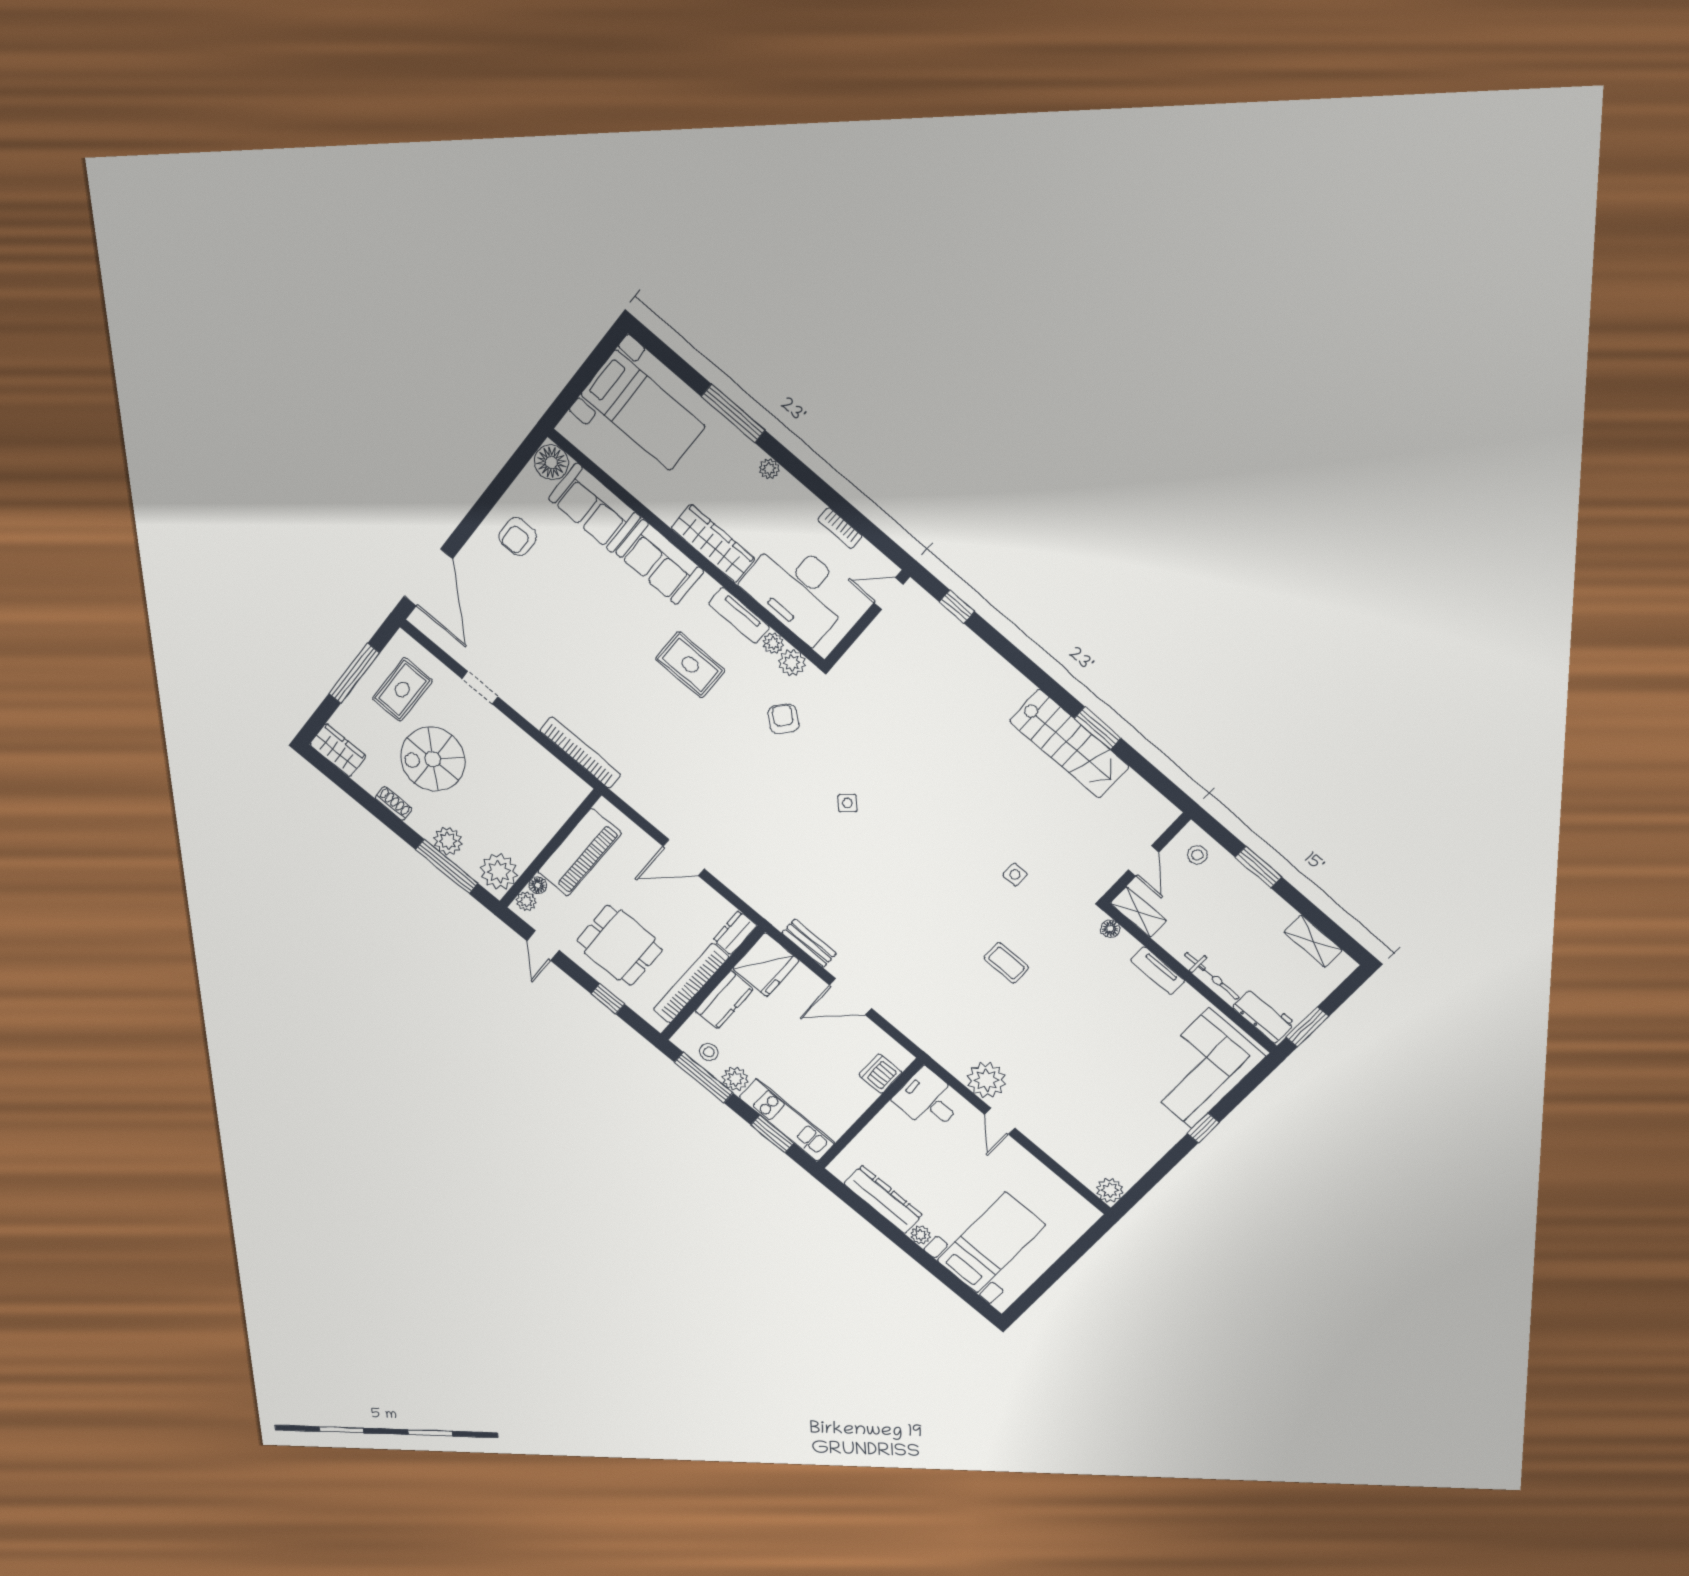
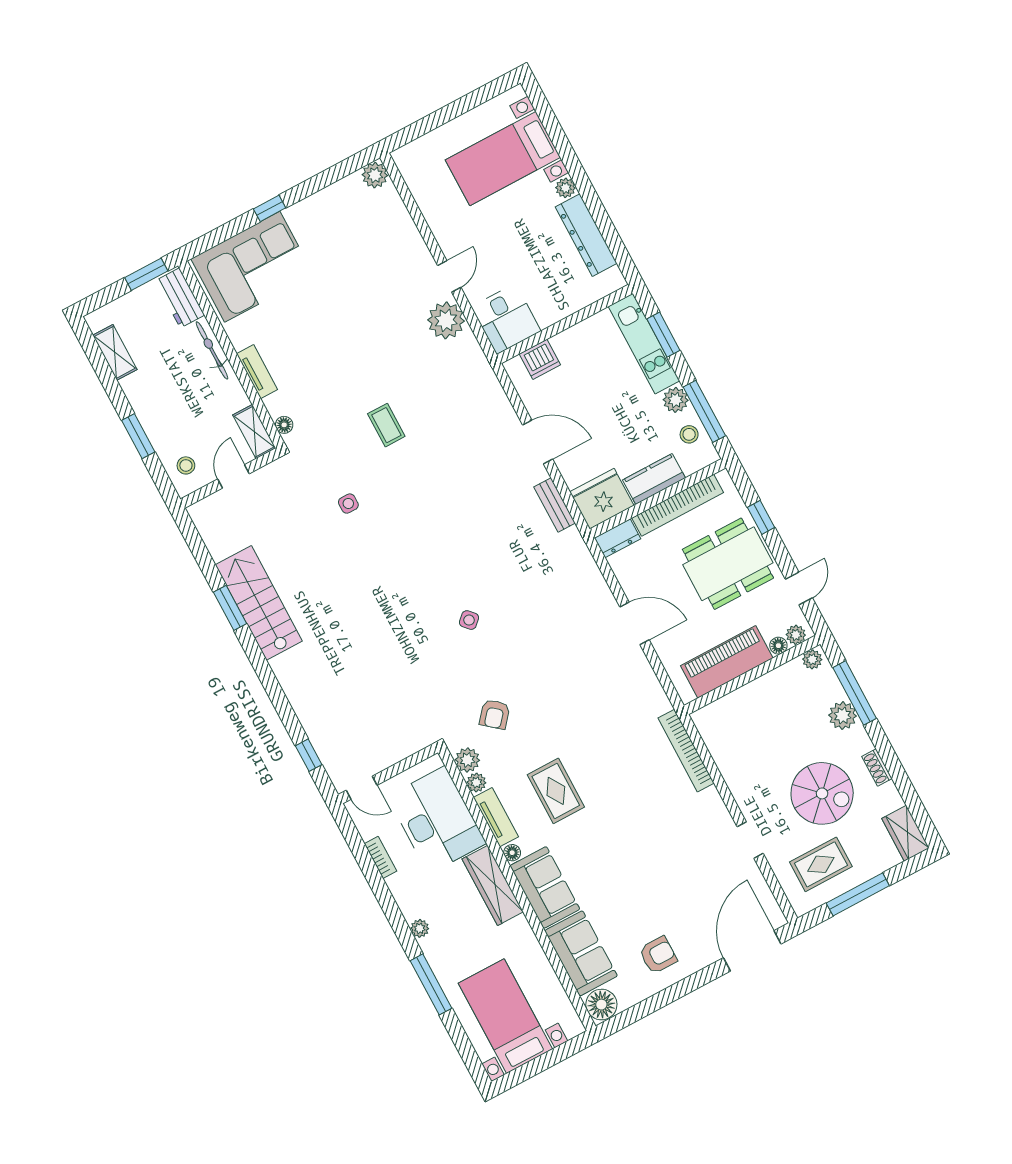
floor lamp: (707, 585) -> (512, 853), added
plant: (499, 872) -> (812, 659), width x0.53, depth x0.53
dining table: (620, 945) -> (728, 564), width x1.38

